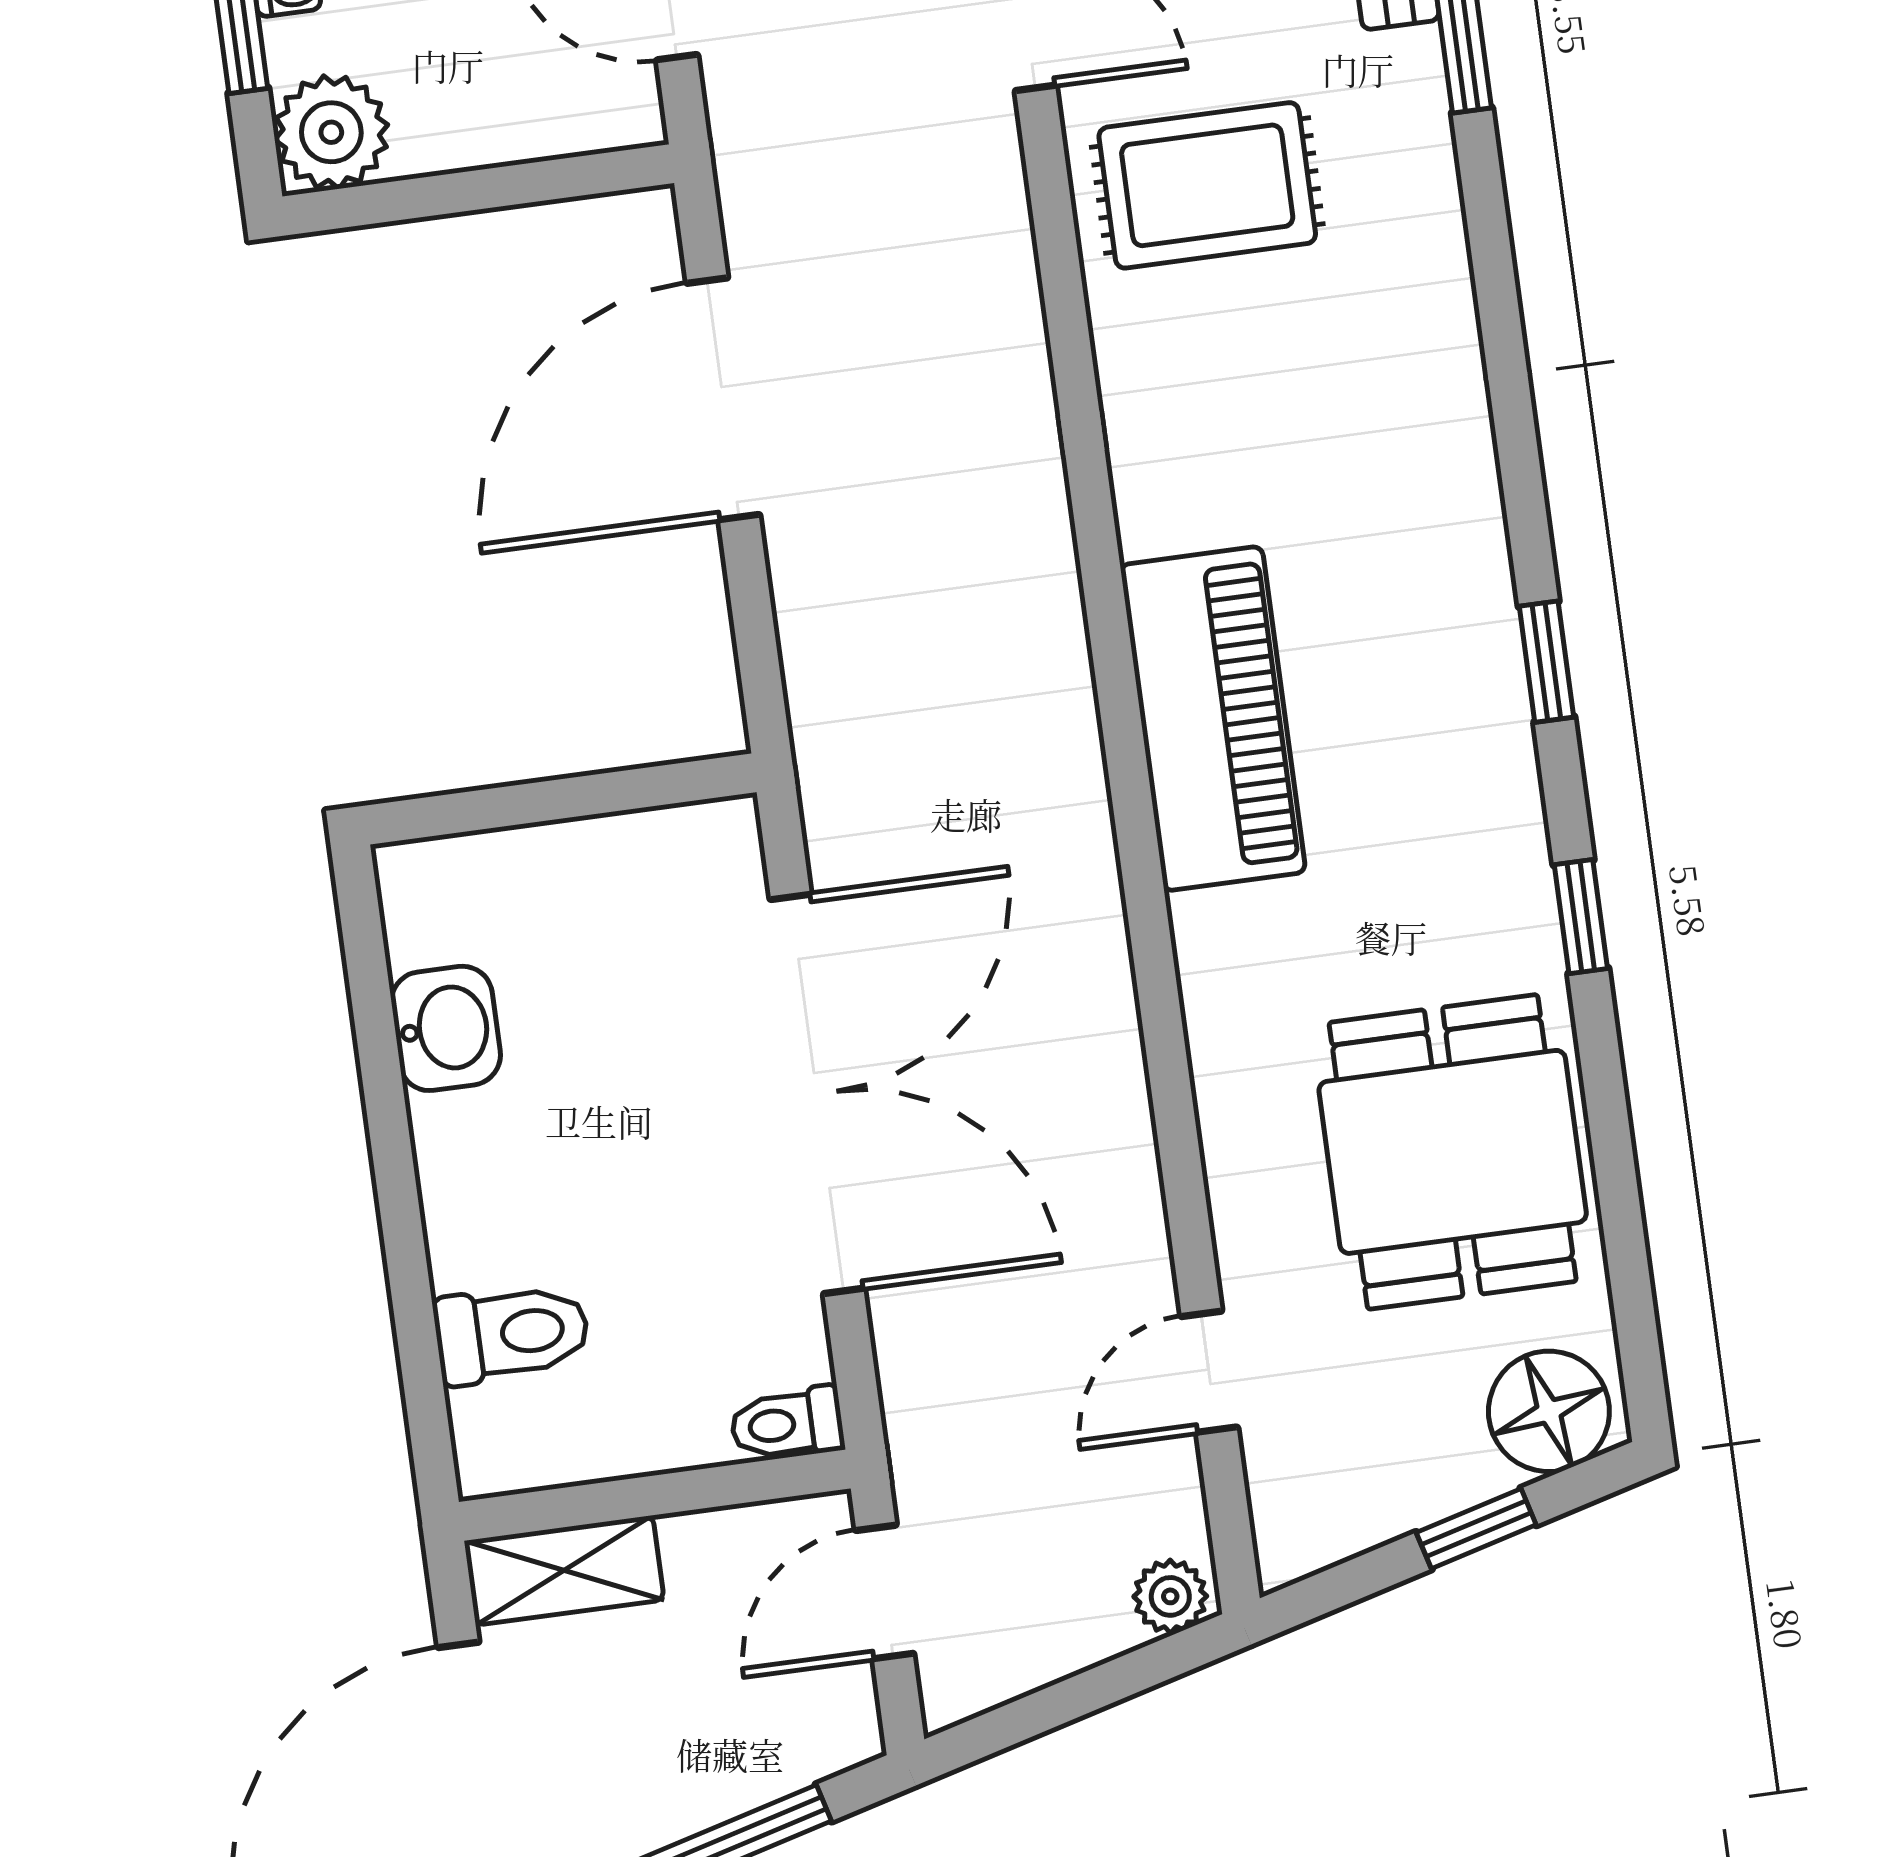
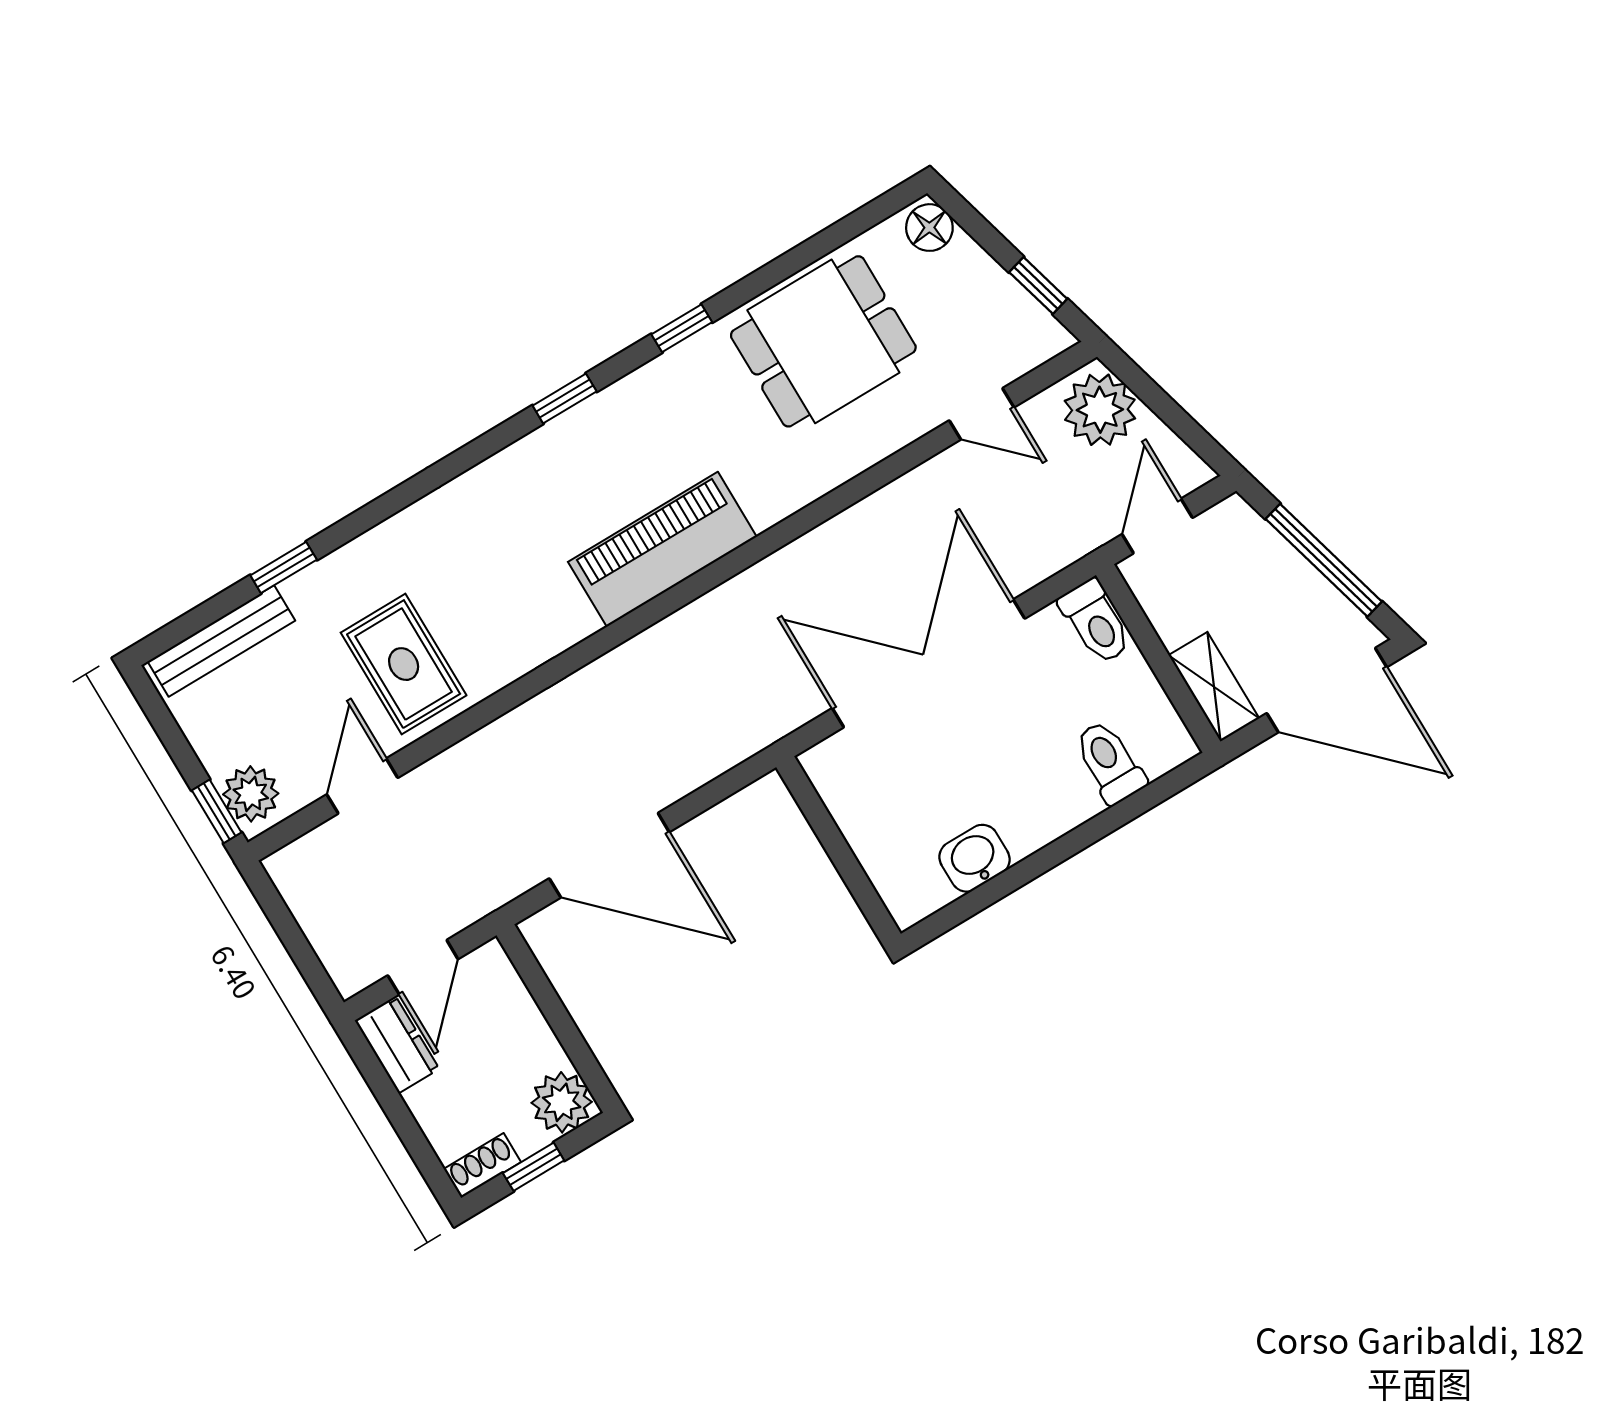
floor lamp: (1549, 1411) -> (929, 228), width x0.73, depth x0.73
toilet: (787, 1424) -> (1096, 622), width x1.37, depth x1.39
window: (1476, 1529) -> (1038, 286), moved
door: (885, 1592) -> (1157, 526), swing flipped
plant: (1170, 1596) -> (1100, 410), width x1.88, depth x1.88

